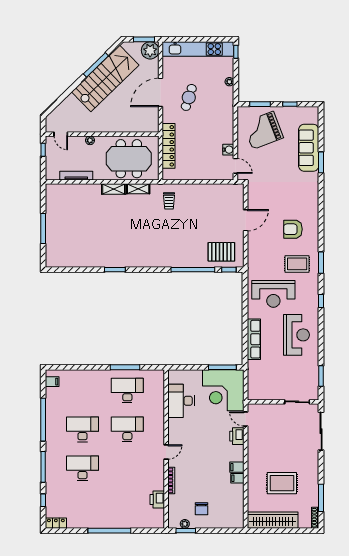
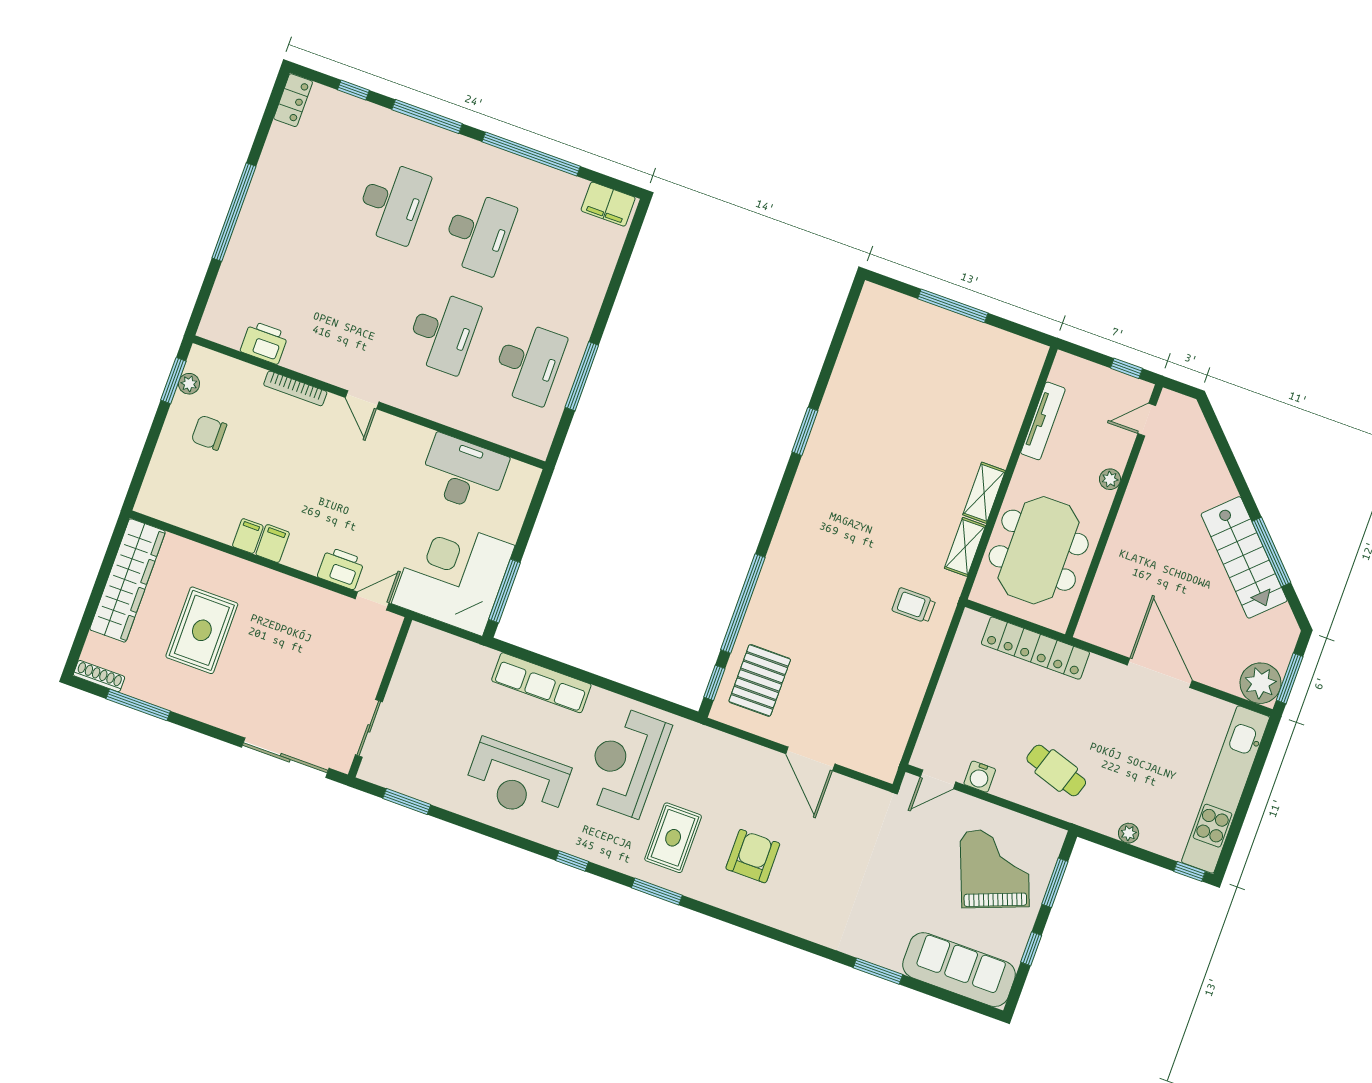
stairs: (105, 79) -> (1244, 557), width x0.73, depth x0.66
cafe table: (189, 97) -> (1056, 770), moved
sofa: (309, 148) -> (959, 970), moved
filing cabinet: (52, 382) -> (608, 204), width x2.00

